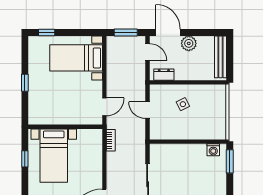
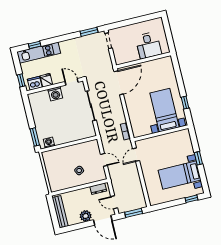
bed with nightstands: (76, 58) -> (180, 175), moved, turned 180

